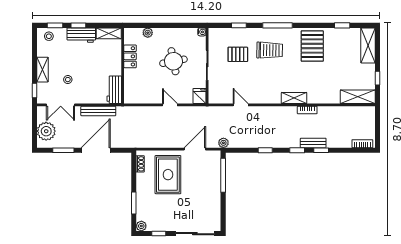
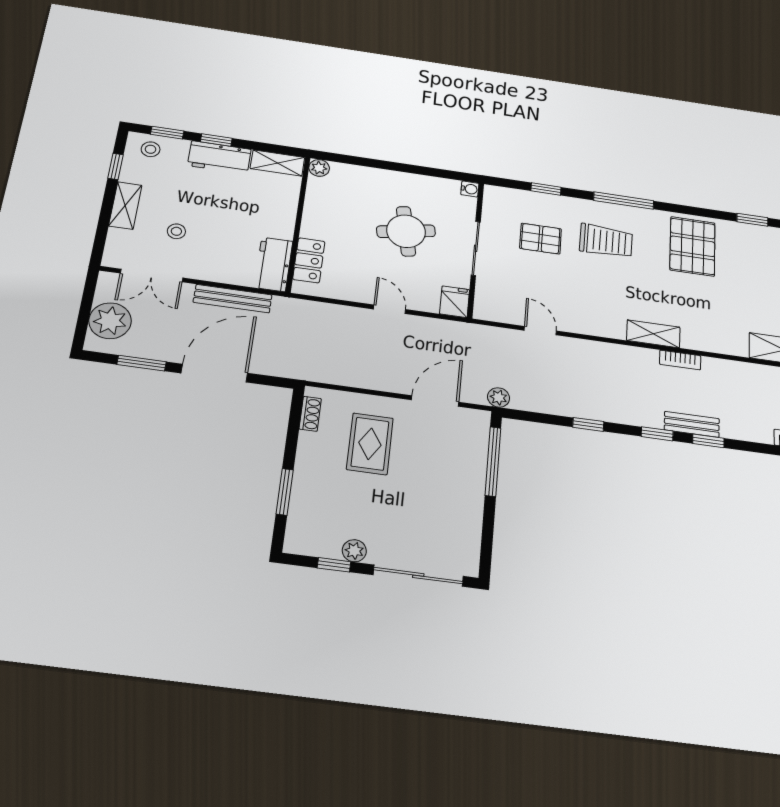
plant: (148, 33) -> (319, 168), moved
locker: (130, 56) -> (309, 260), moved
window: (34, 90) -> (116, 166), moved
rug: (168, 175) -> (370, 444), width x0.73, depth x0.70
plant: (141, 226) -> (354, 551), moved

